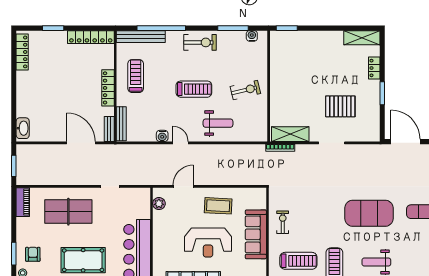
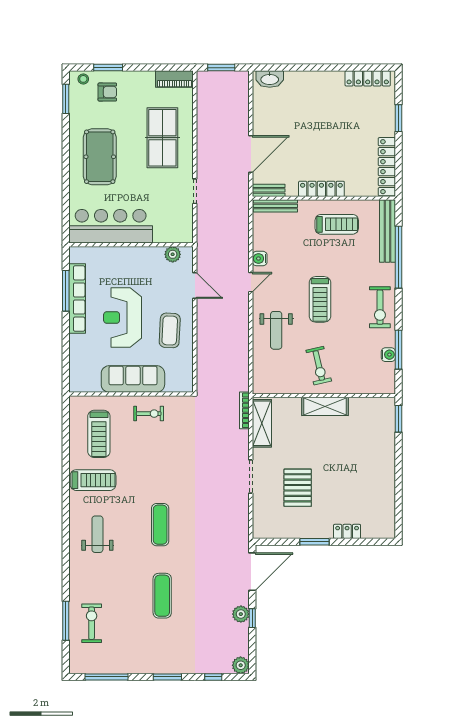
water cooler: (252, 36) -> (388, 355), moved
shelving: (362, 38) -> (325, 406), moved, turned 90
exercise mat: (369, 213) -> (160, 525), width x0.50, depth x0.69

